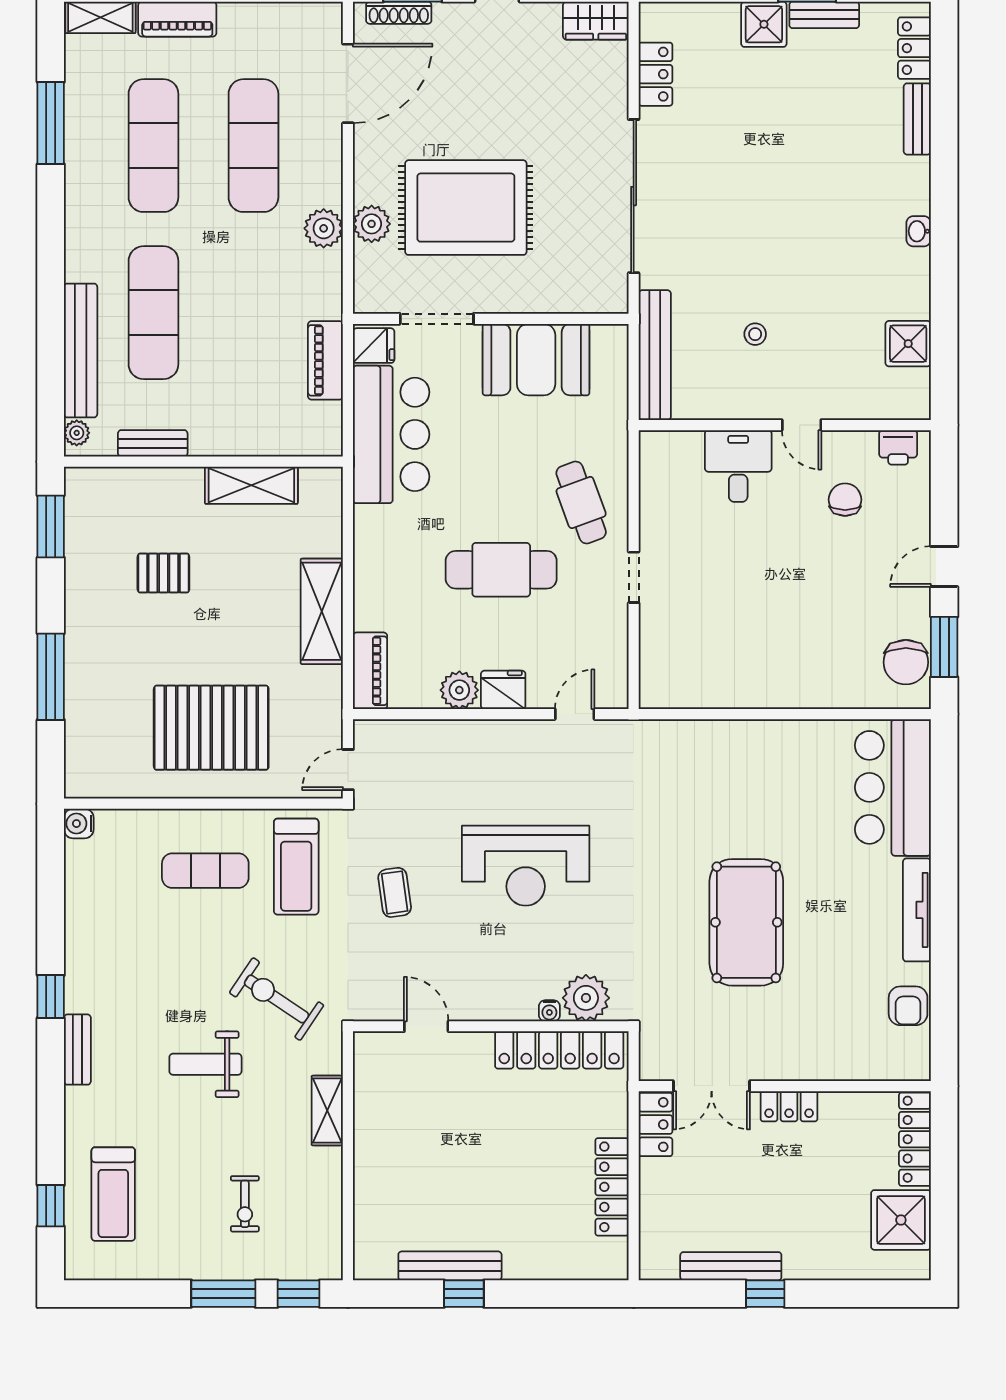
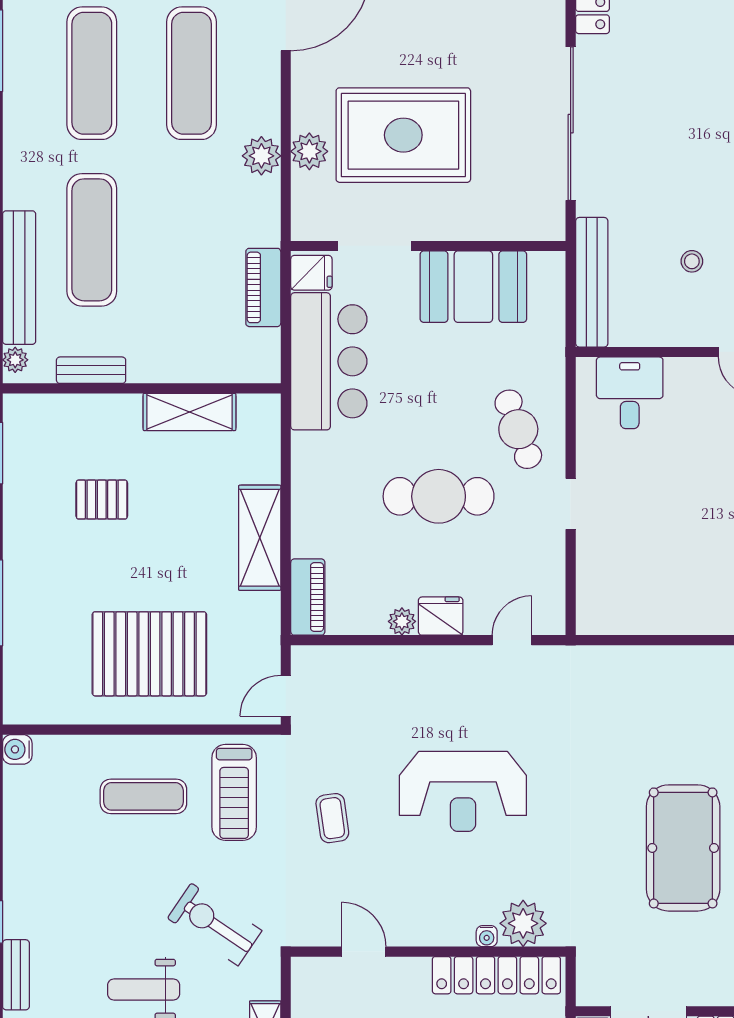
desk: (738, 466) -> (630, 393), moved
plant: (459, 690) -> (402, 621), width x0.73, depth x0.73

